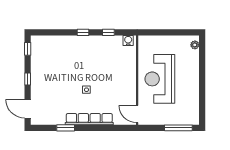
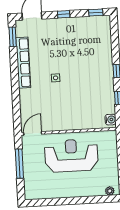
row of seats: (89, 119) -> (23, 63), moved
window: (66, 128) -> (13, 37), moved
window: (178, 128) -> (19, 164), moved

